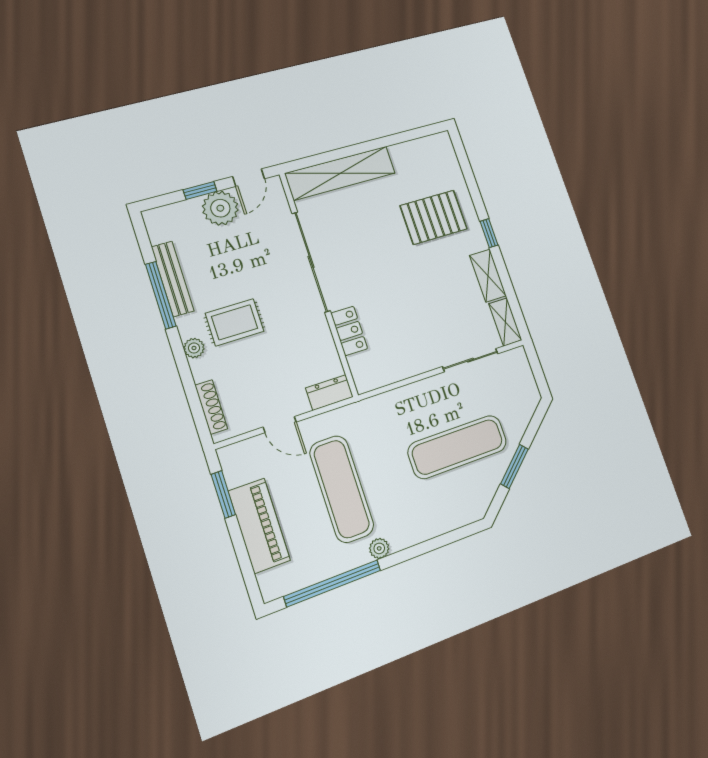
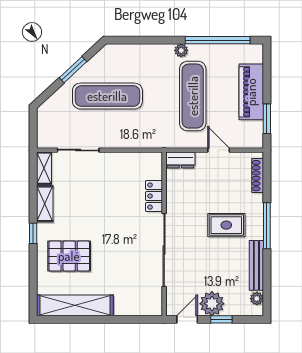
shelving: (340, 173) -> (75, 305), moved
window: (161, 295) -> (267, 226), moved
plant: (194, 348) -> (257, 299), moved

